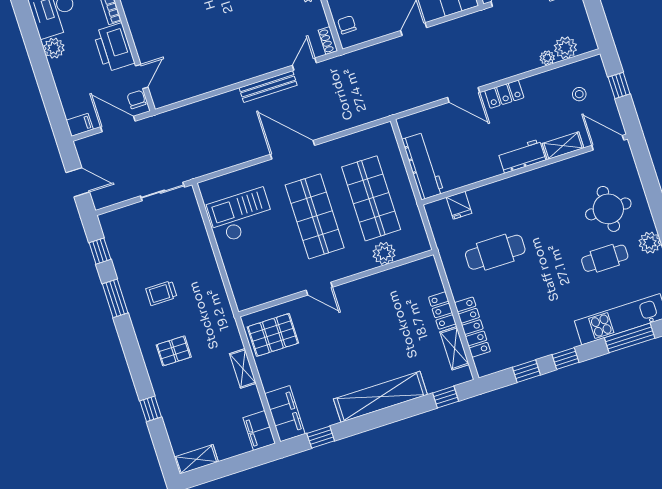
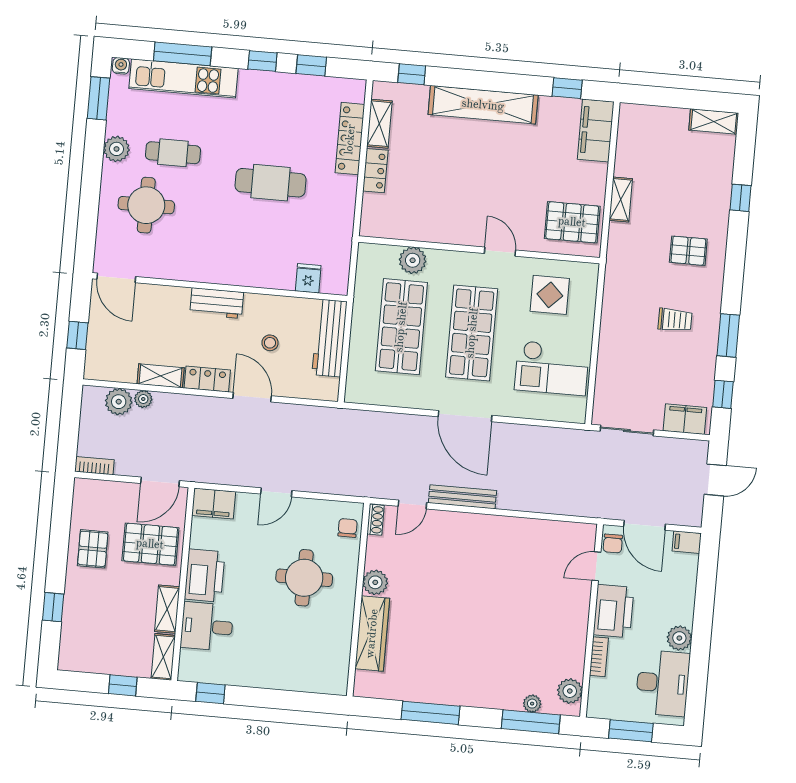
chair: (347, 25) -> (348, 528), turned 180
stool: (579, 94) -> (270, 343), moved
shelving: (563, 146) -> (161, 376), moved
door: (78, 182) -> (715, 480), swing flipped
cafe table: (495, 252) -> (271, 183), moved
display table: (267, 271) -> (550, 295), added
filing cabinet: (259, 430) -> (685, 419), moved, turned -90

